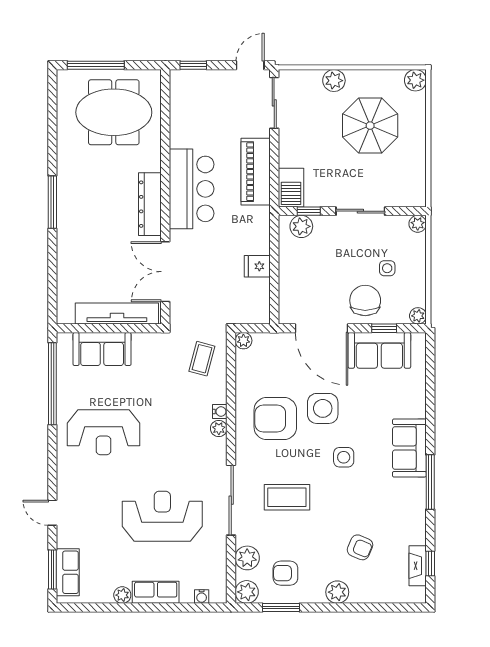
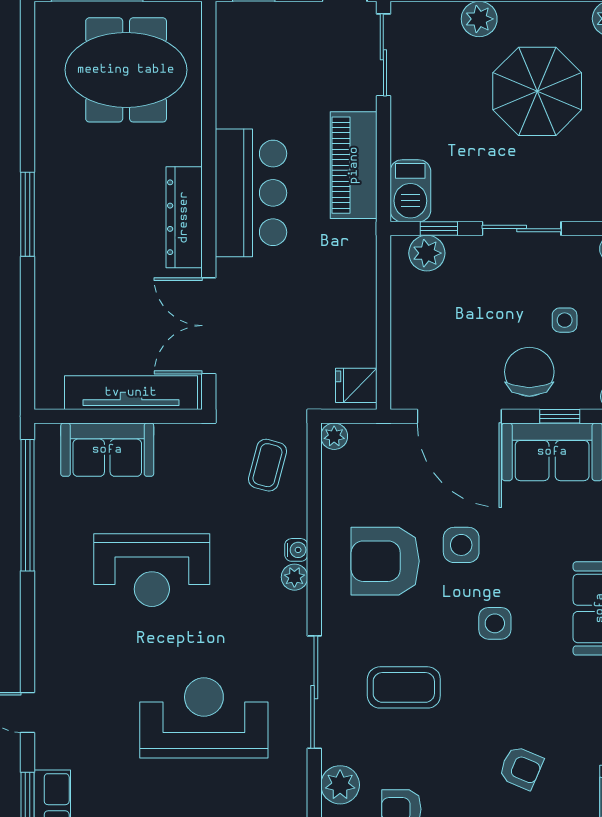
fridge: (257, 266) -> (356, 385), moved
side table: (323, 408) -> (461, 545), width x0.73, depth x0.73
reception desk: (103, 432) -> (152, 570), moved

